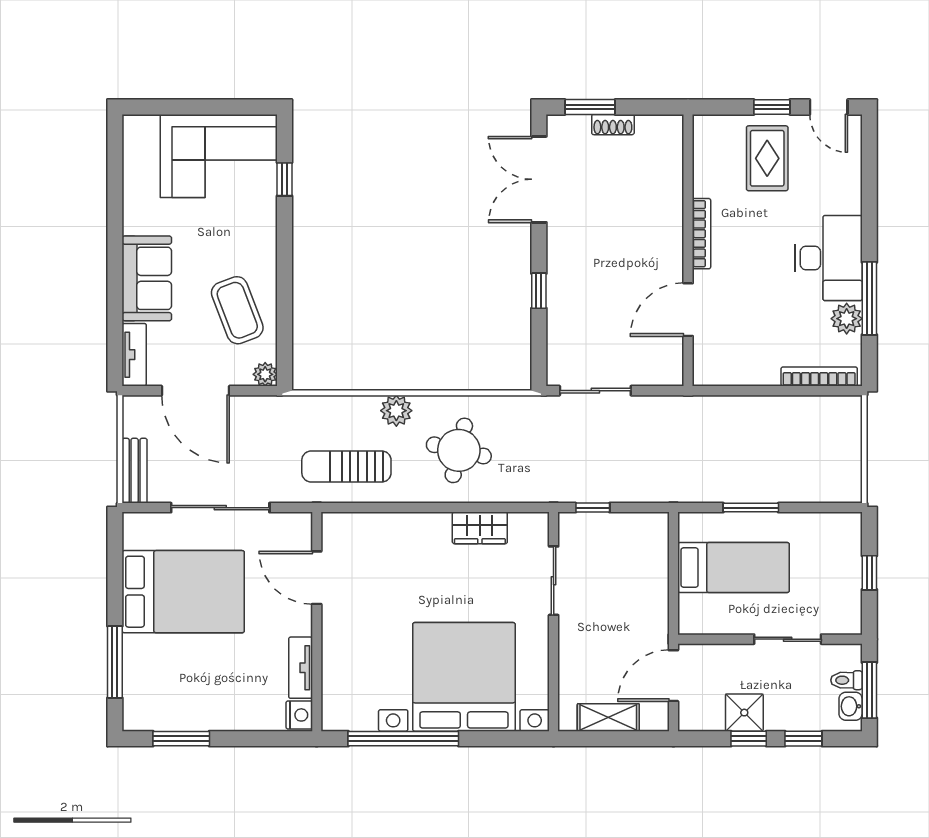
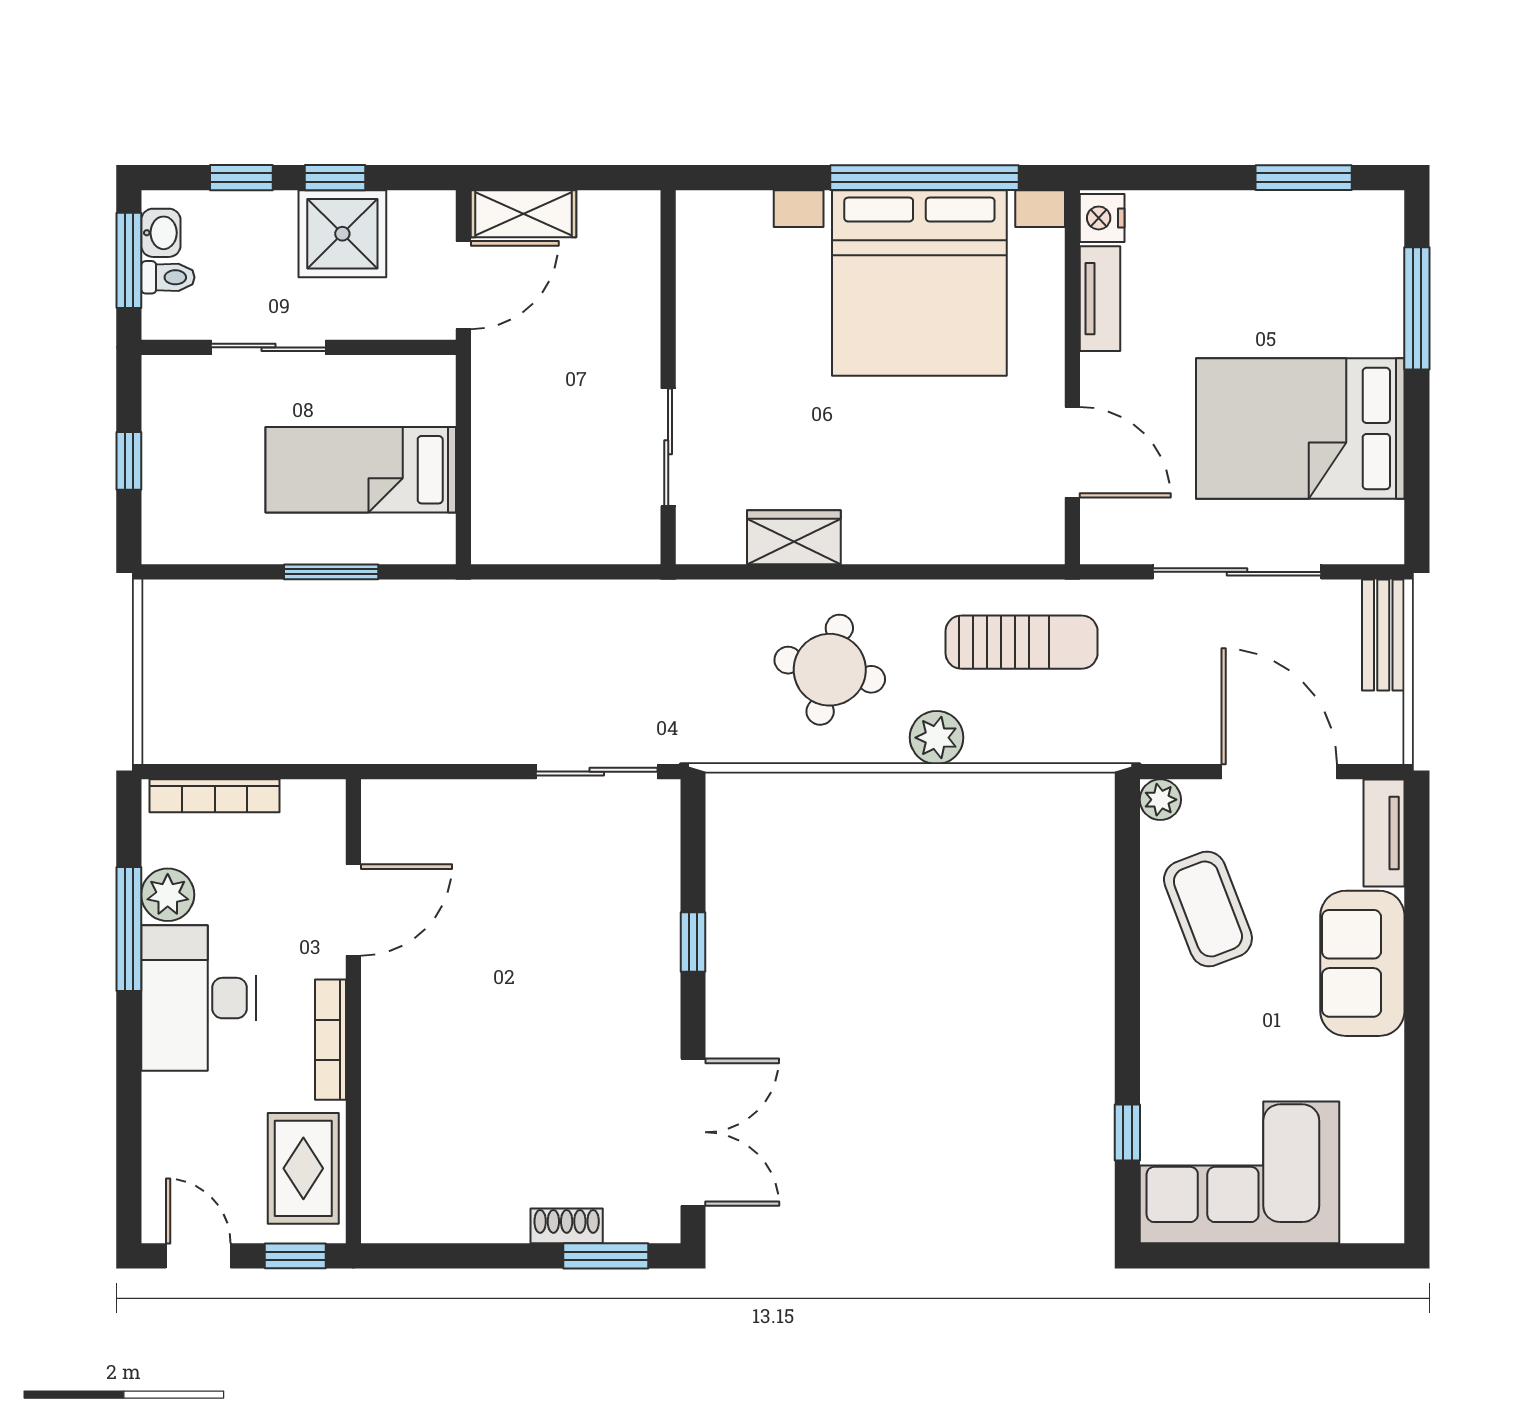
bookcase: (701, 234) -> (331, 1040), moved
wall: (688, 250) -> (353, 1011), moved
door: (688, 310) -> (353, 910), moved
window: (593, 508) -> (601, 572), removed
bed with nightstands: (464, 677) -> (919, 283), moved
shower: (744, 713) -> (342, 234), width x1.36, depth x1.36
shelving: (608, 717) -> (523, 214), moved

